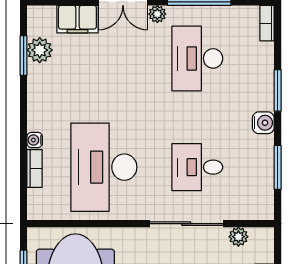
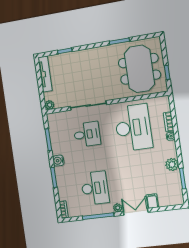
filing cabinet: (77, 19) -> (152, 201), width x0.50
plant: (40, 50) -> (172, 164), moved
plant: (238, 237) -> (50, 105), moved

